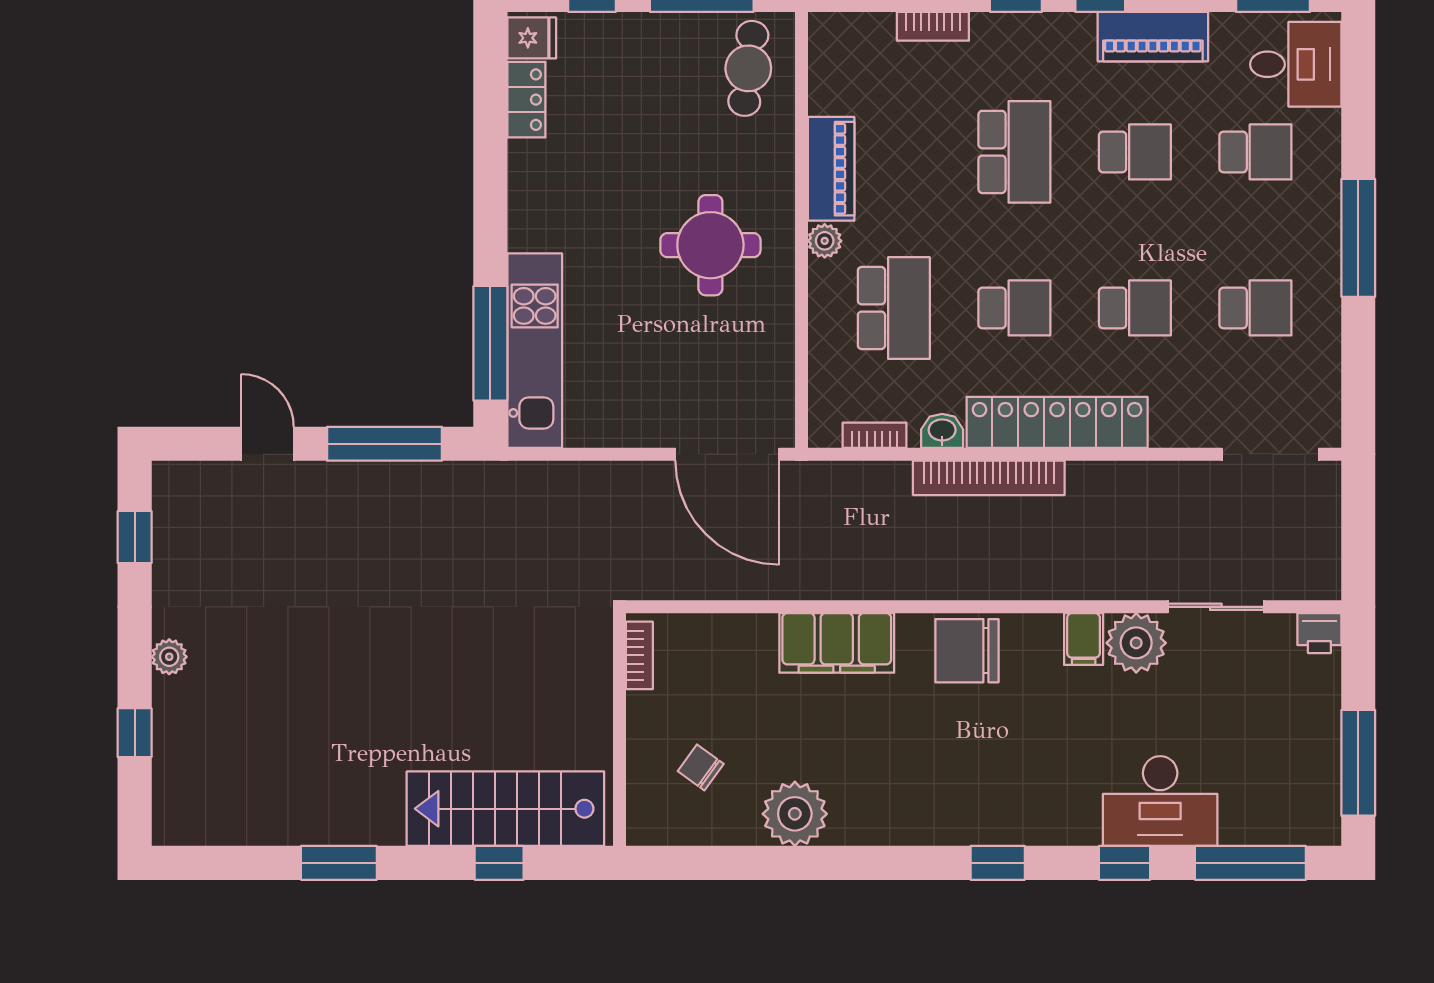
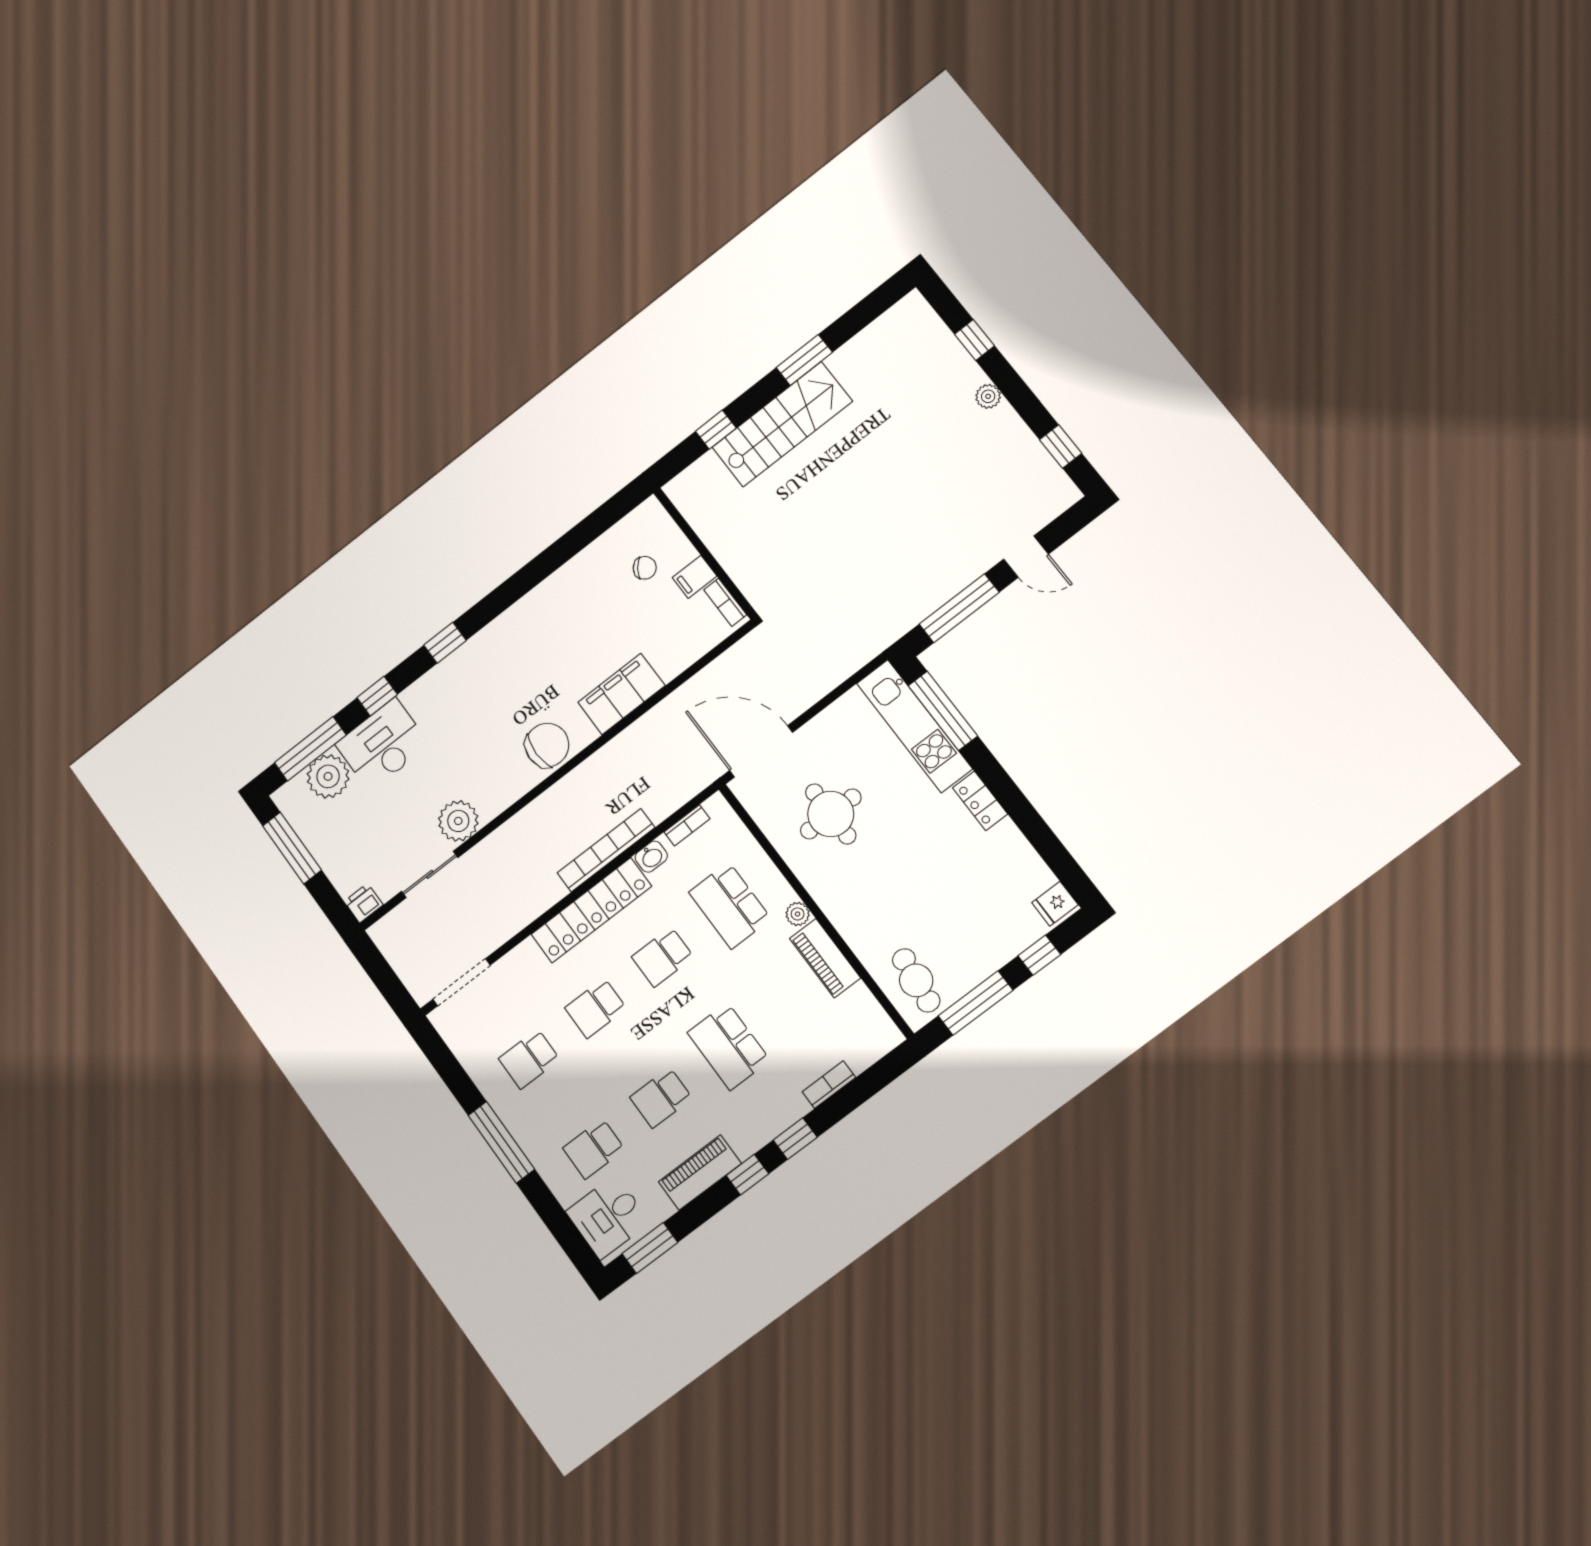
locker: (526, 100) -> (980, 801), moved
round table: (710, 245) -> (831, 814), moved
filing cabinet: (1084, 639) -> (695, 577), moved, turned -90
stairs: (505, 809) -> (782, 424), moved
plant: (795, 814) -> (328, 776), moved

